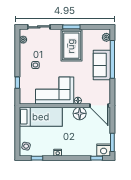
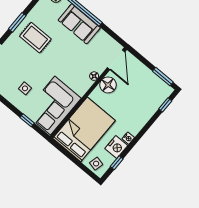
rug: (71, 46) -> (35, 38), width x0.73, depth x0.70
corner sofa: (55, 90) -> (53, 106), moved
door: (99, 106) -> (116, 60), hinge flipped
bed: (41, 117) -> (84, 129), width x1.50
nightstand: (104, 150) -> (116, 147), moved

